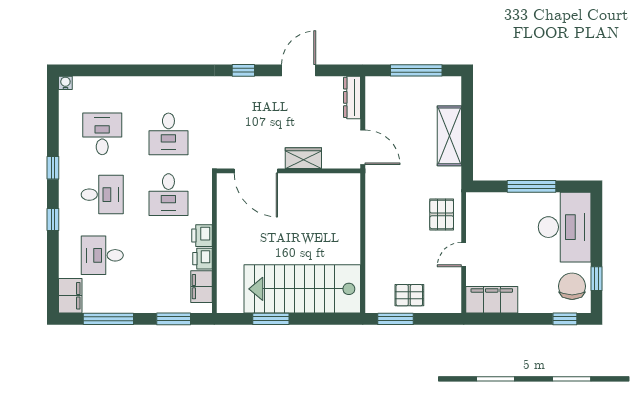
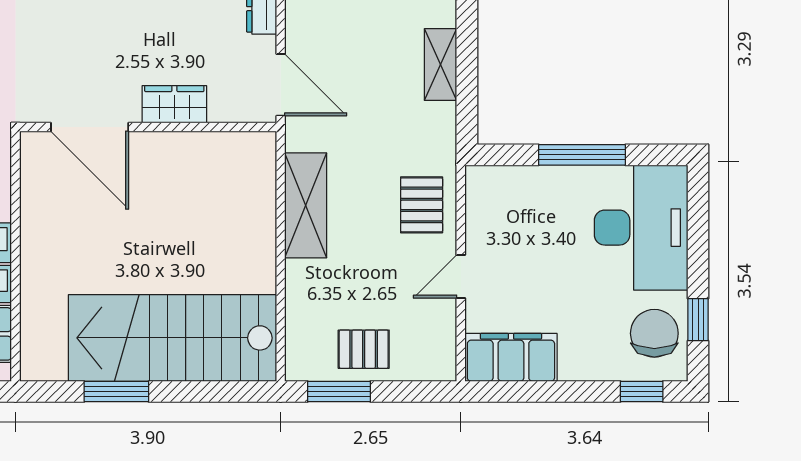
shelving: (449, 136) -> (441, 65), width x0.67, depth x0.75
shelving: (377, 215) -> (306, 205), added

